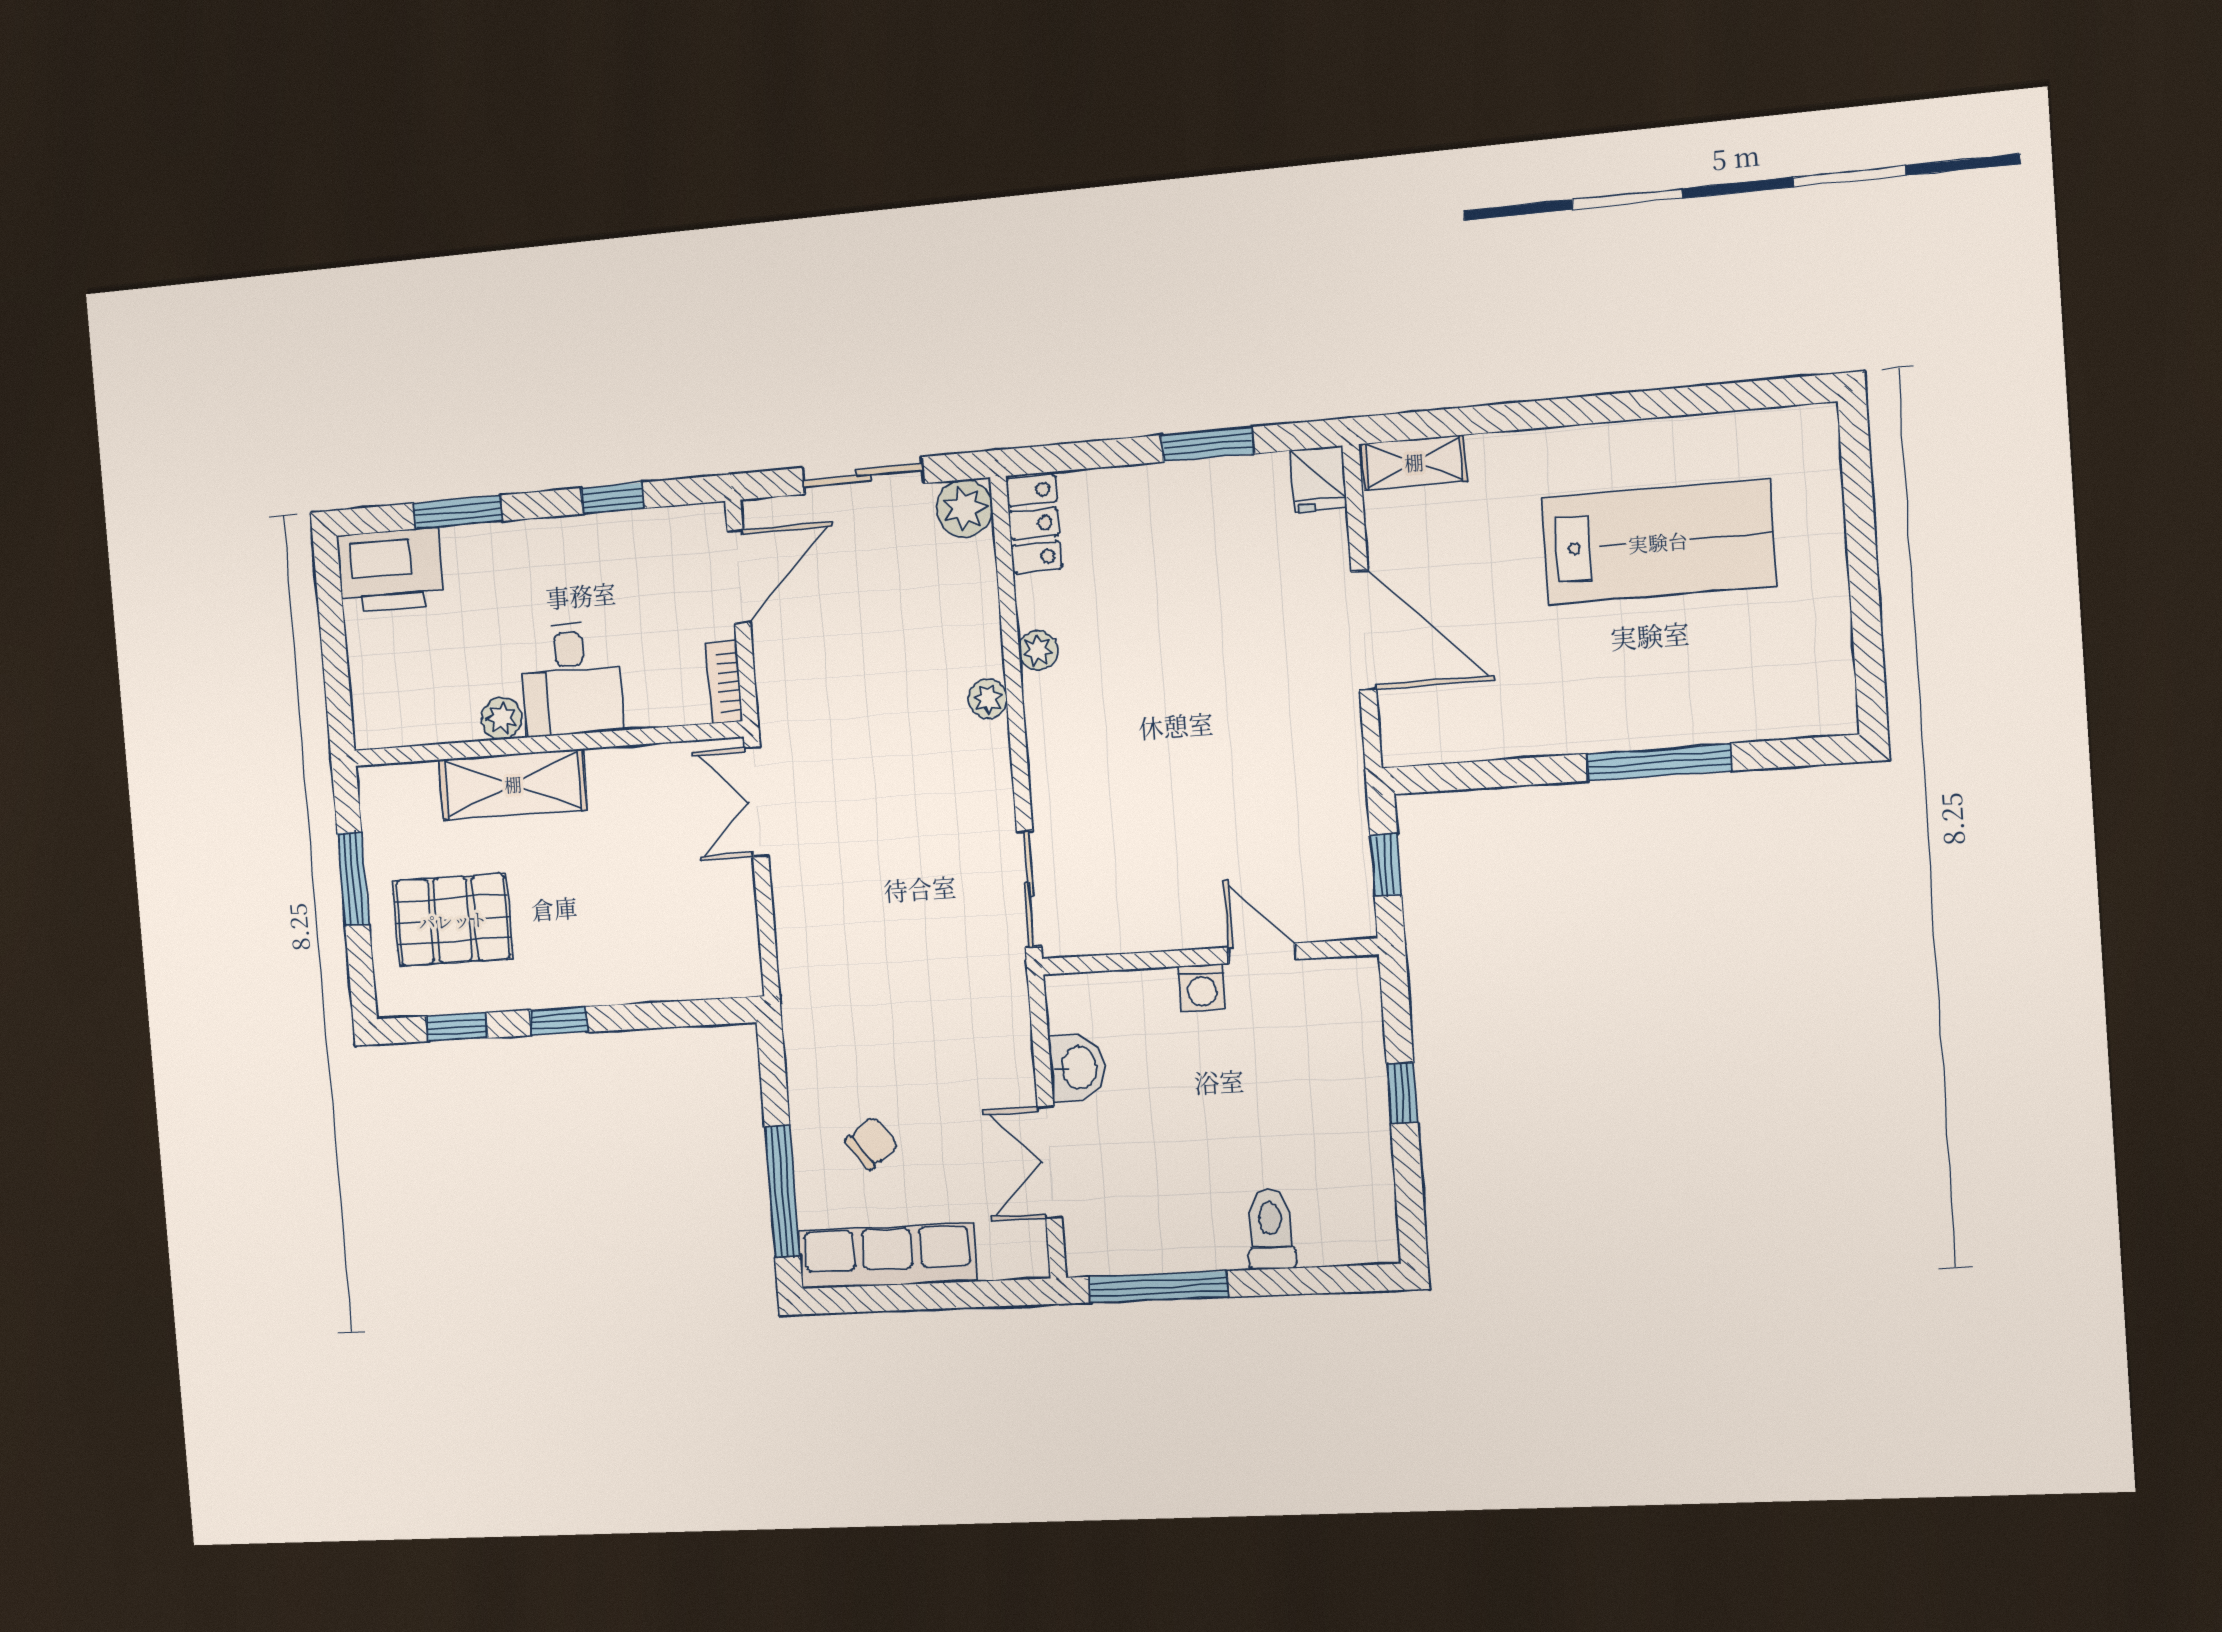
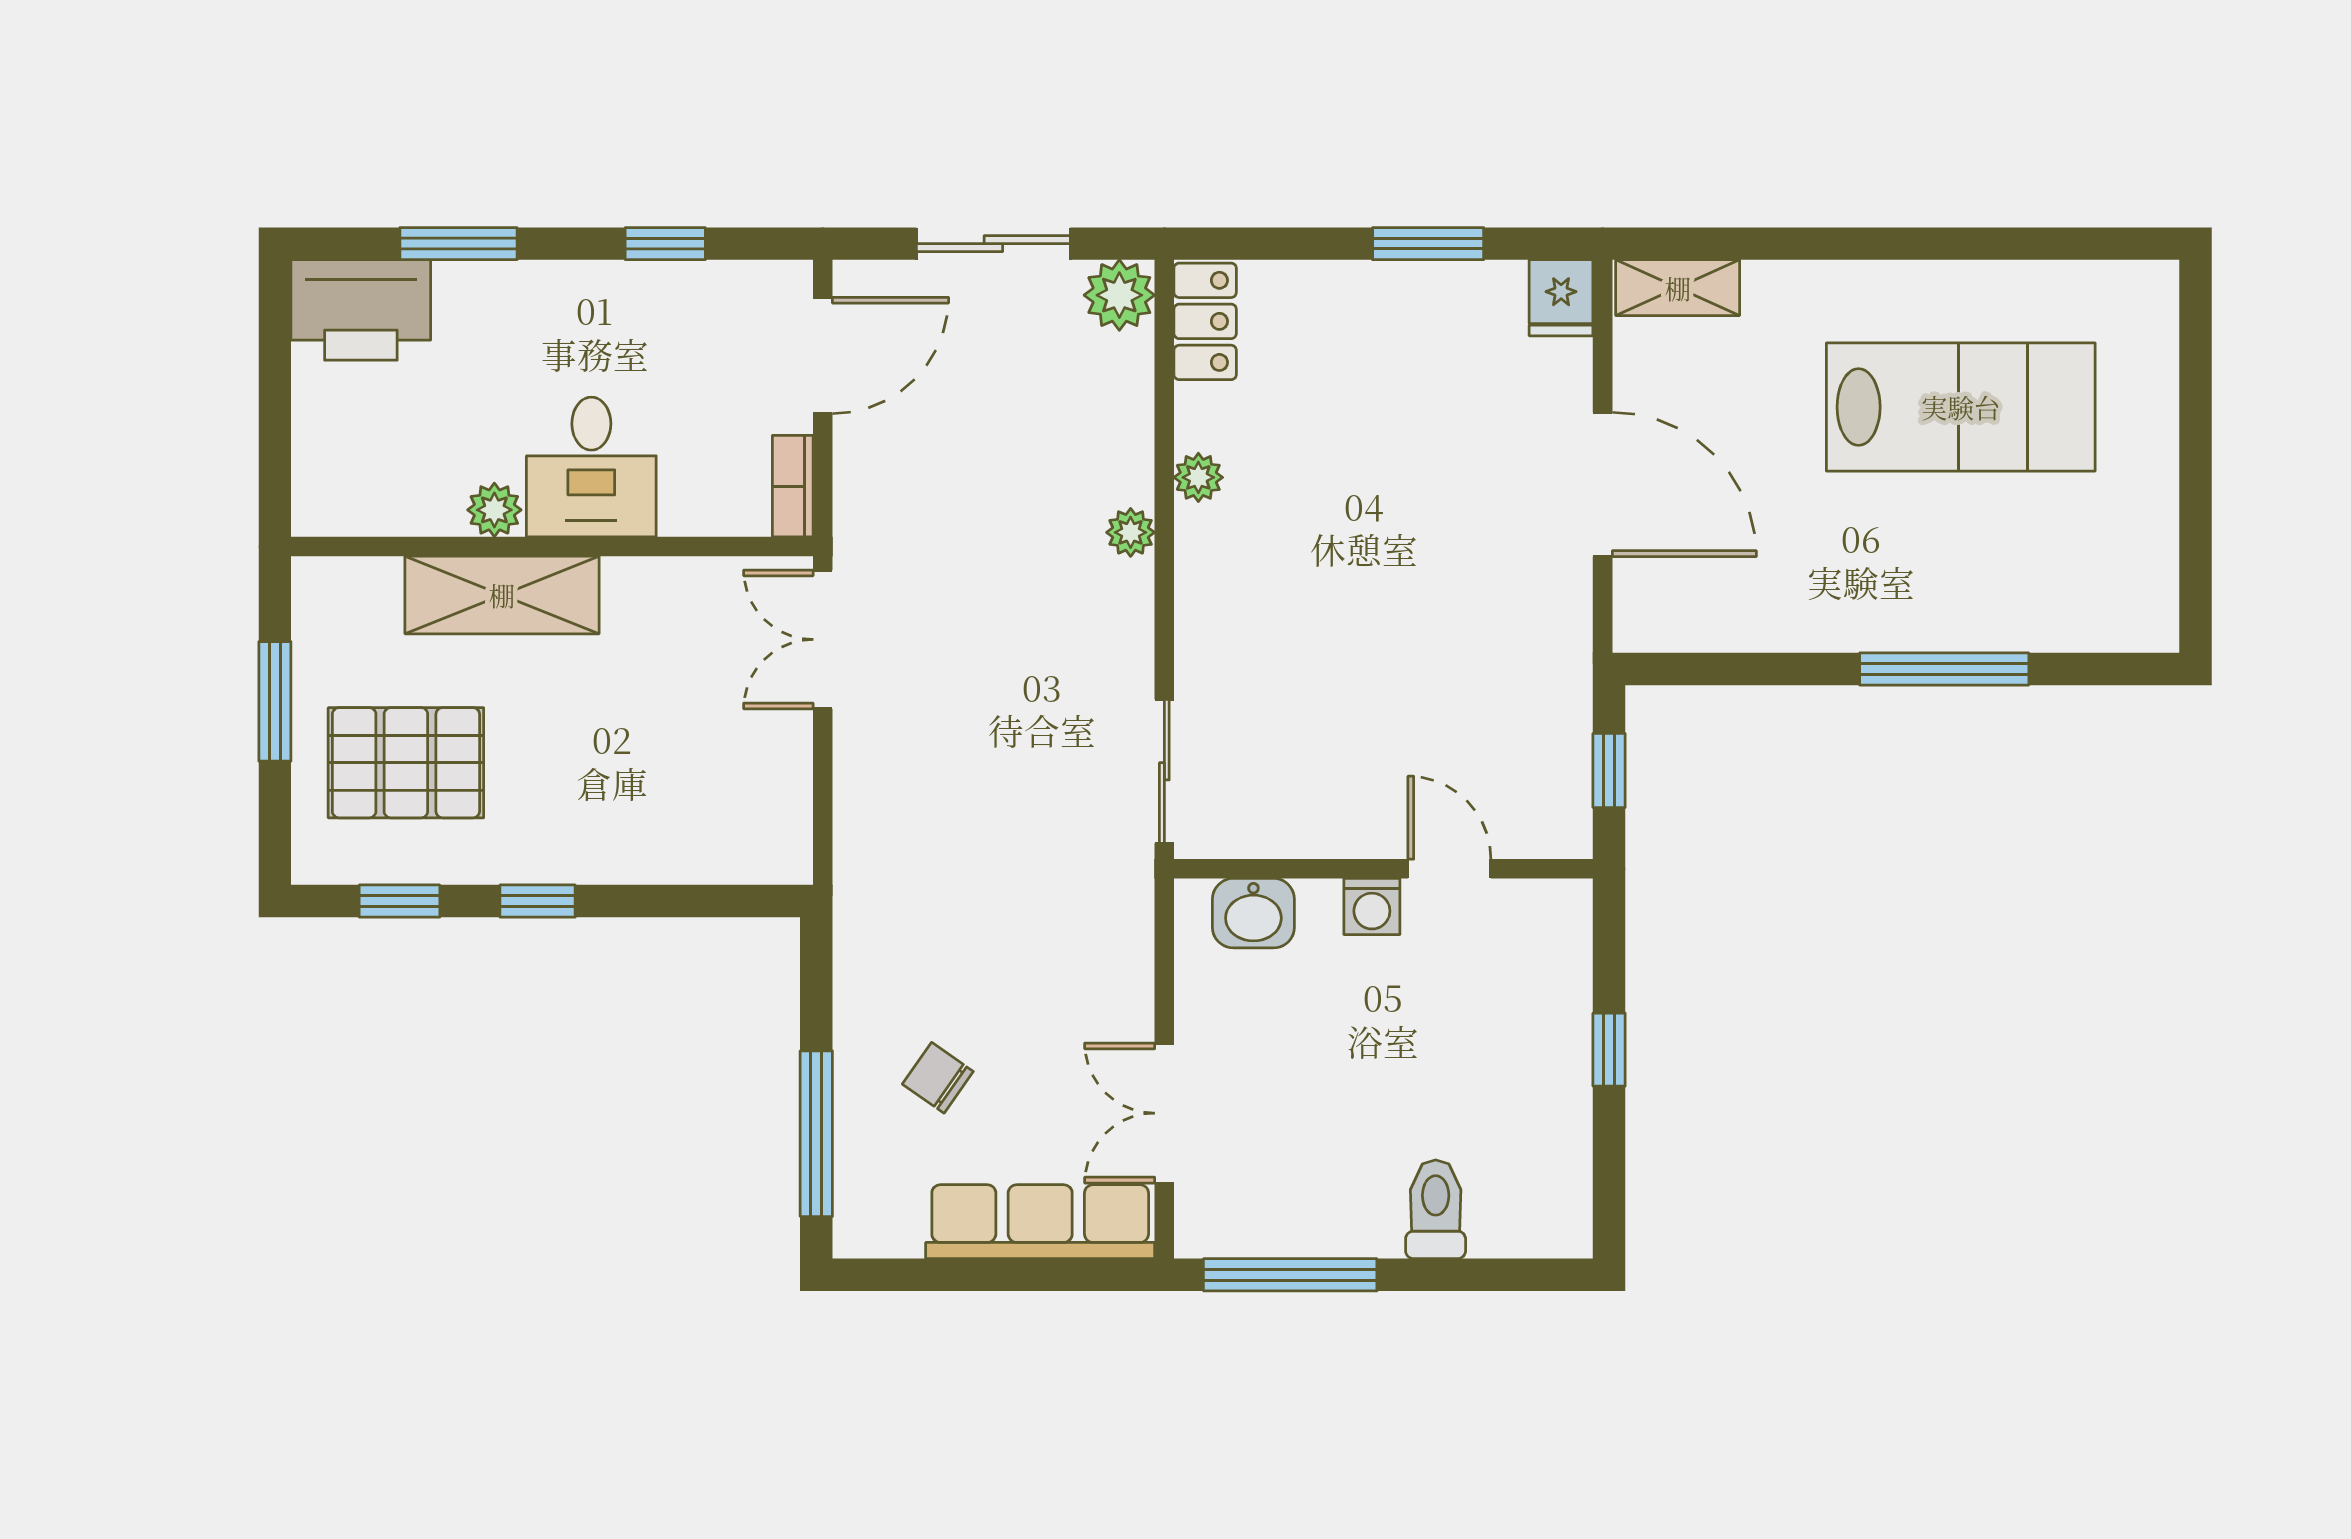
washbasin: (1078, 1068) -> (1253, 913), moved, turned 90
chair: (872, 1143) -> (938, 1078), turned -108
row of seats: (887, 1256) -> (1040, 1222), moved

